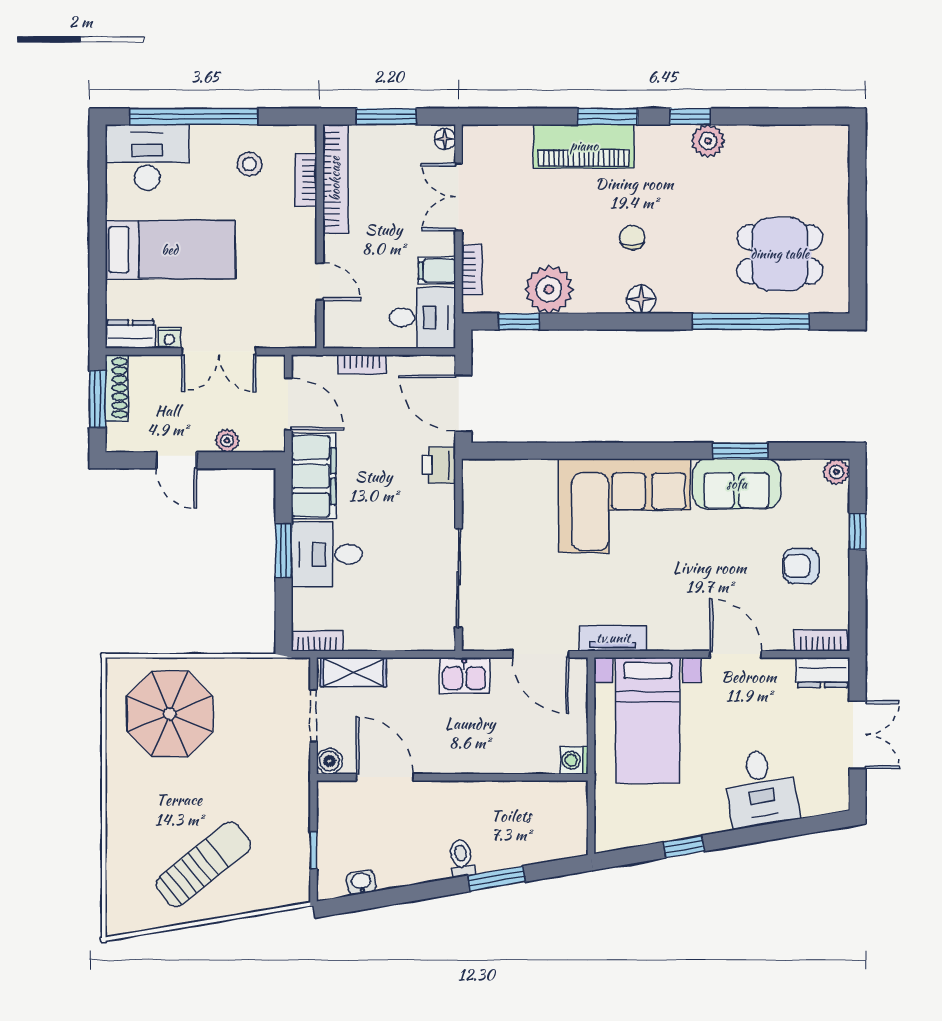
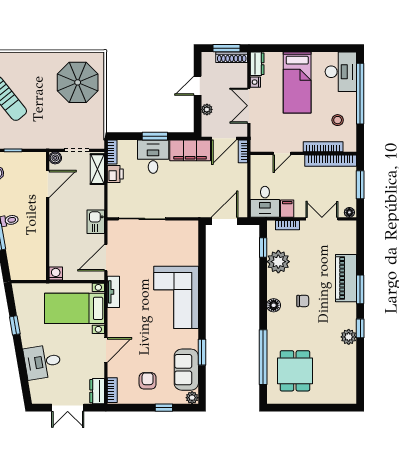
bookcase: (306, 180) -> (323, 147), width x1.56
bookcase: (362, 364) -> (243, 151), moved
printer: (439, 465) -> (115, 174), moved, turned 90
sofa: (737, 484) -> (186, 370), moved

